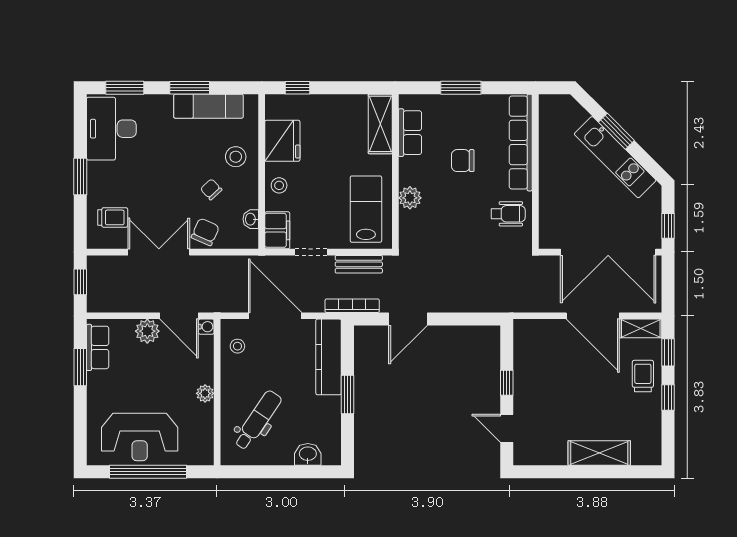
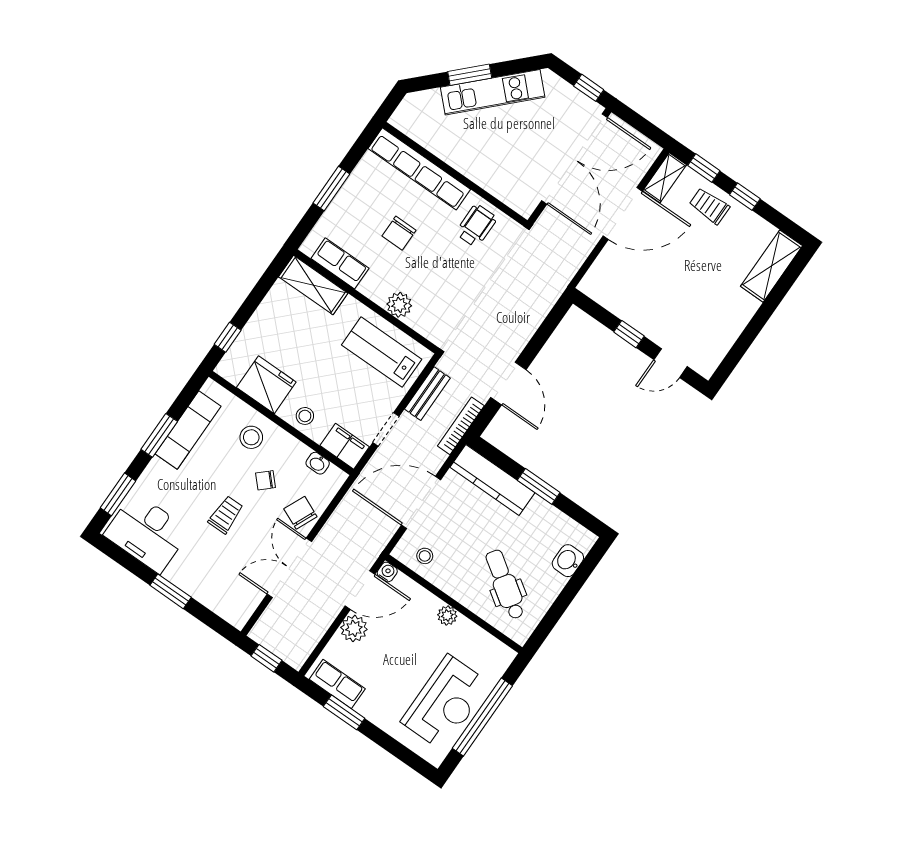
trolley: (113, 217) -> (226, 515), moved
shelving: (599, 453) -> (772, 266), moved

